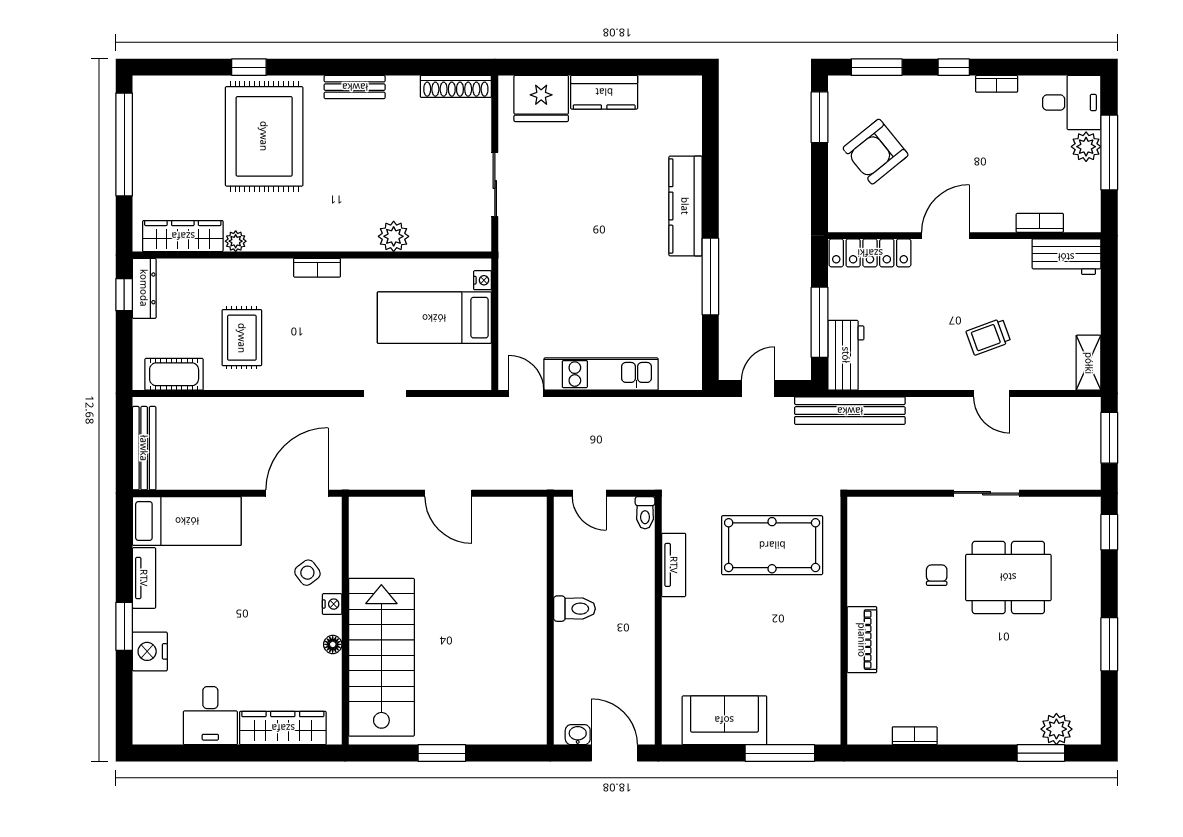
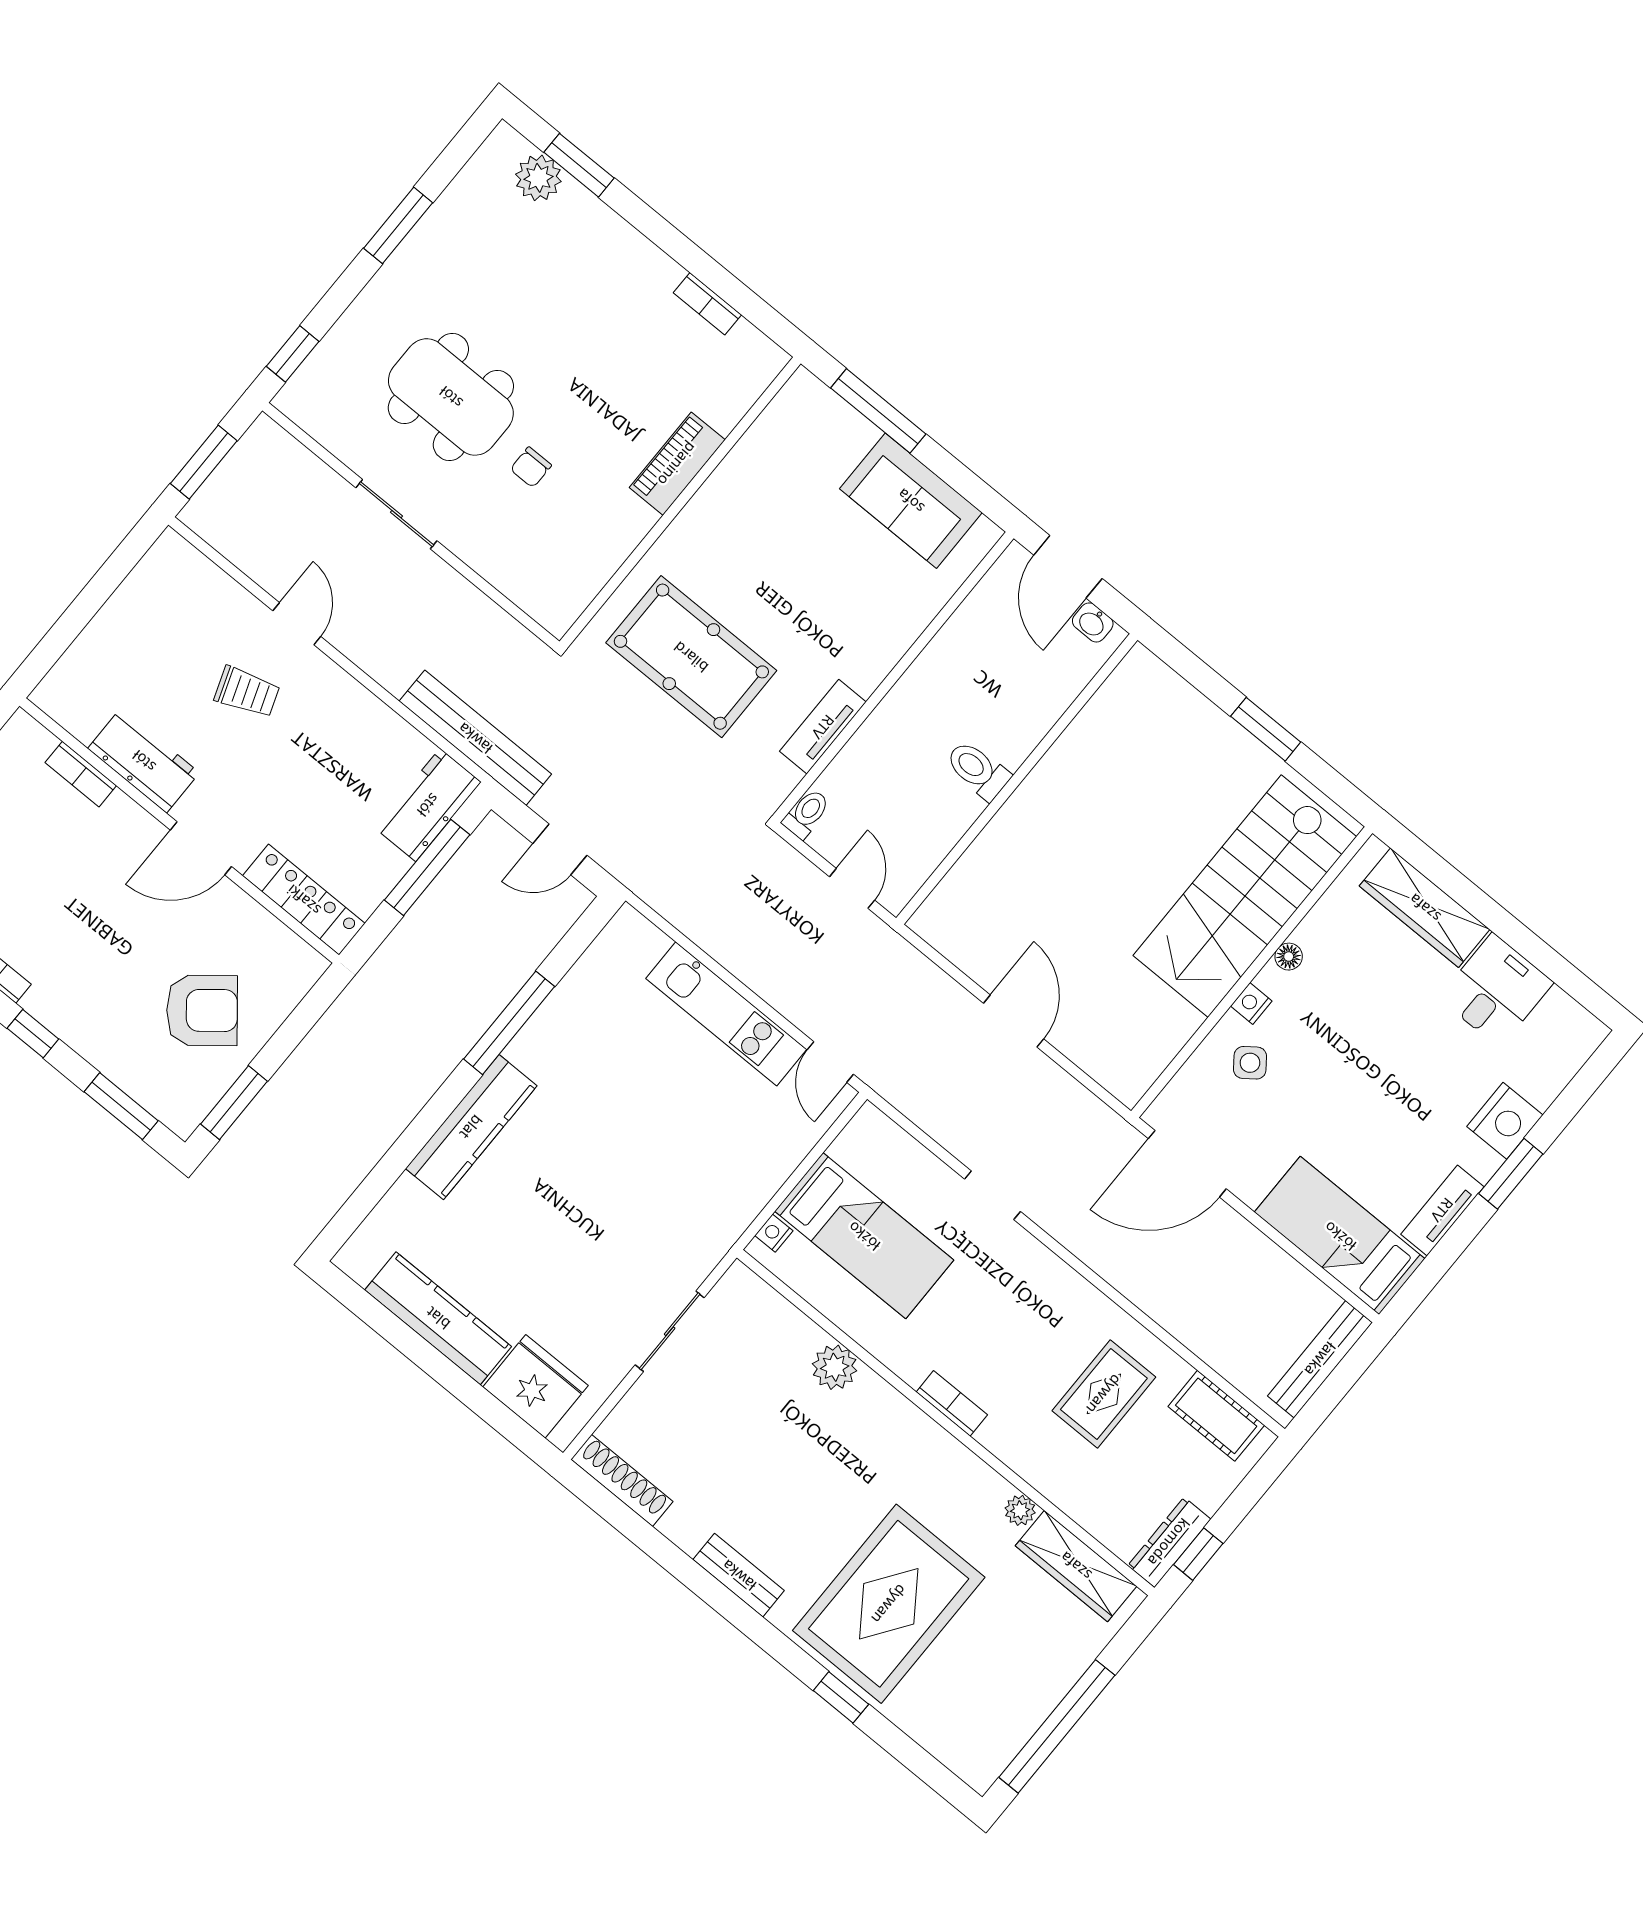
kitchen counter: (604, 92) -> (438, 1318), width x1.50
workbench: (1066, 257) -> (144, 761), moved
shelving: (1089, 363) -> (157, 568), removed

